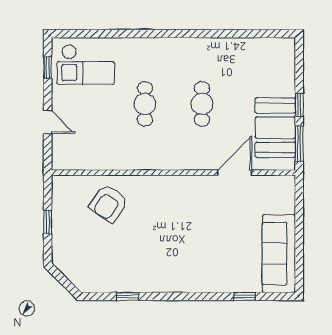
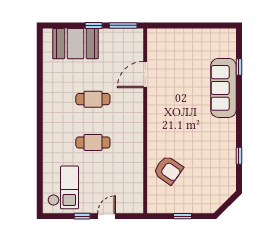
window: (48, 68) -> (82, 216), moved
booth: (275, 128) -> (75, 44), moved
door: (235, 173) -> (145, 75), hinge flipped
sofa: (279, 254) -> (223, 88), moved, turned 90

